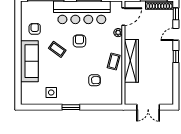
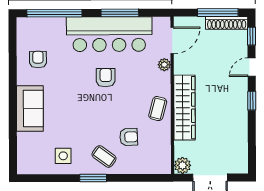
coffee table: (57, 49) -> (104, 157), moved
sofa: (29, 61) -> (30, 109), width x0.73
plant: (130, 99) -> (183, 165), added

